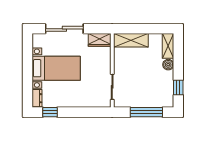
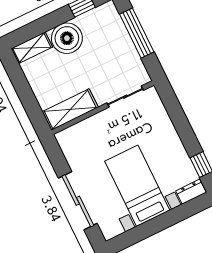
wardrobe: (100, 40) -> (70, 145), removed
shelving: (131, 40) -> (70, 109), moved, turned 90
boiler: (168, 65) -> (67, 38), width x1.86, depth x1.86

